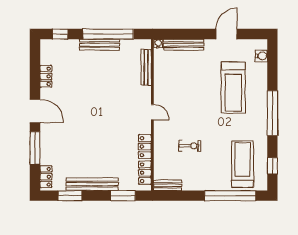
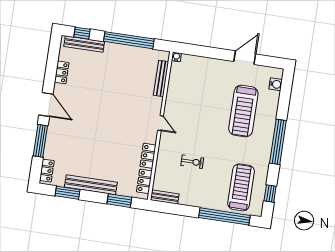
bench: (100, 45) -> (84, 44), moved
bench: (184, 45) -> (201, 62), removed

